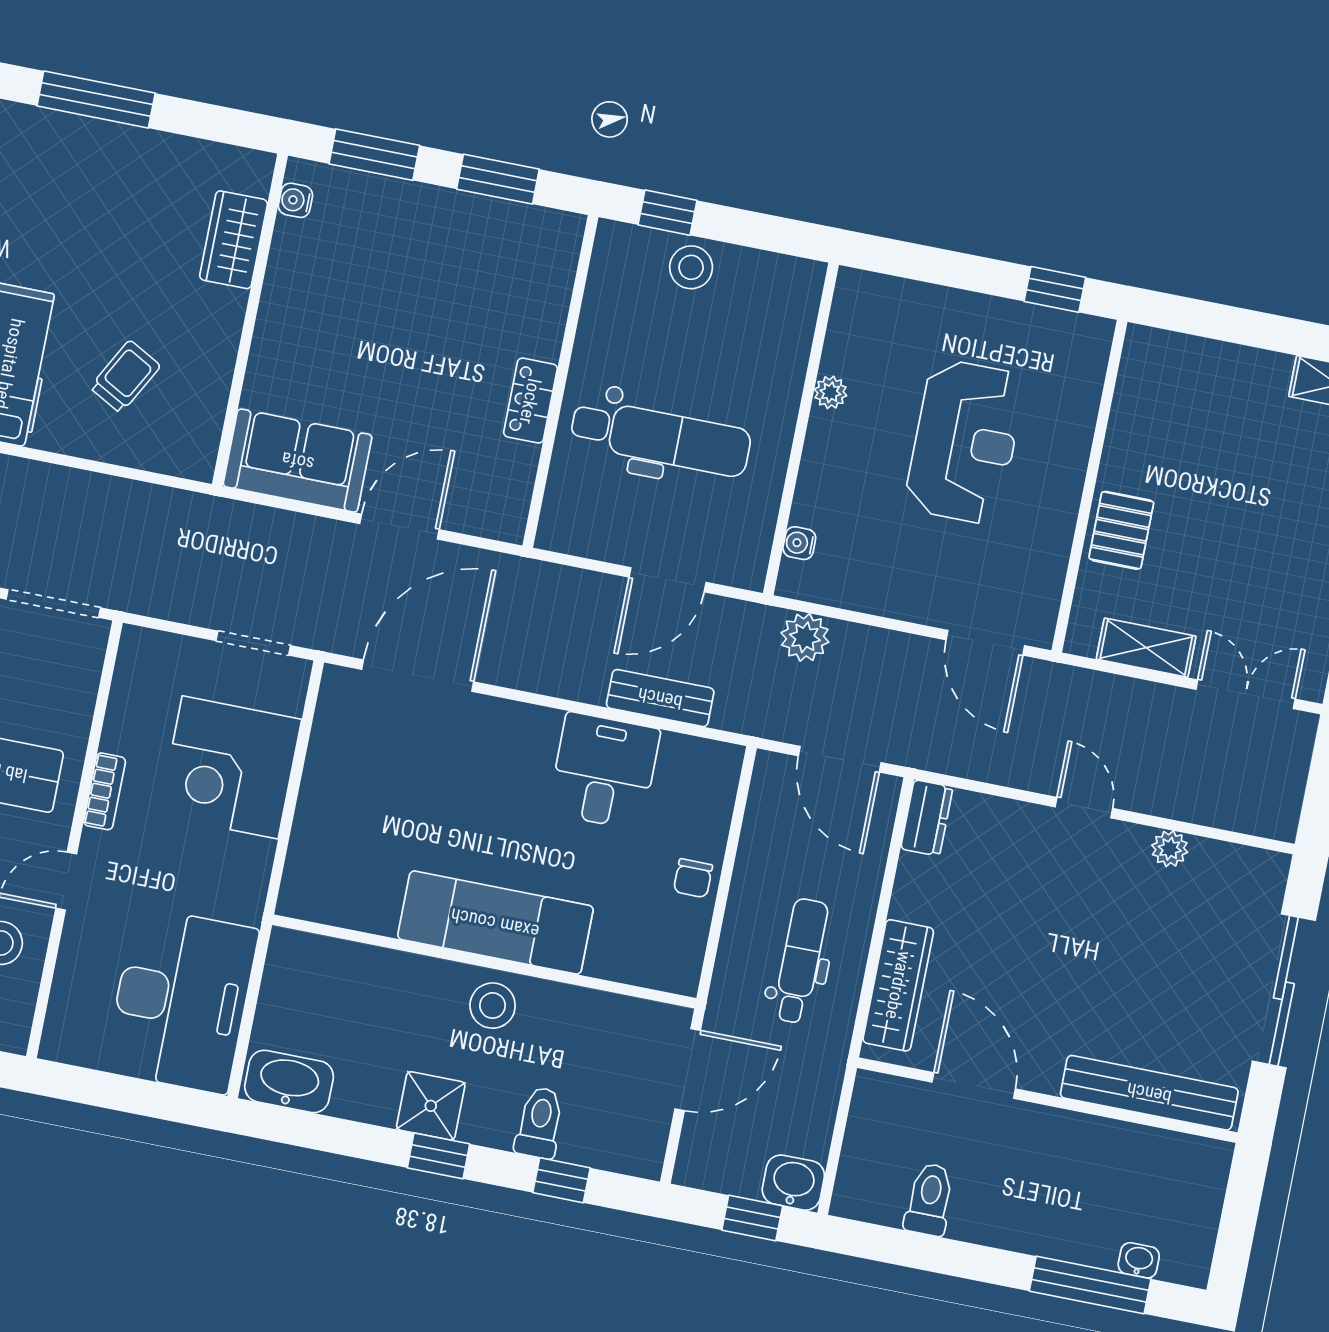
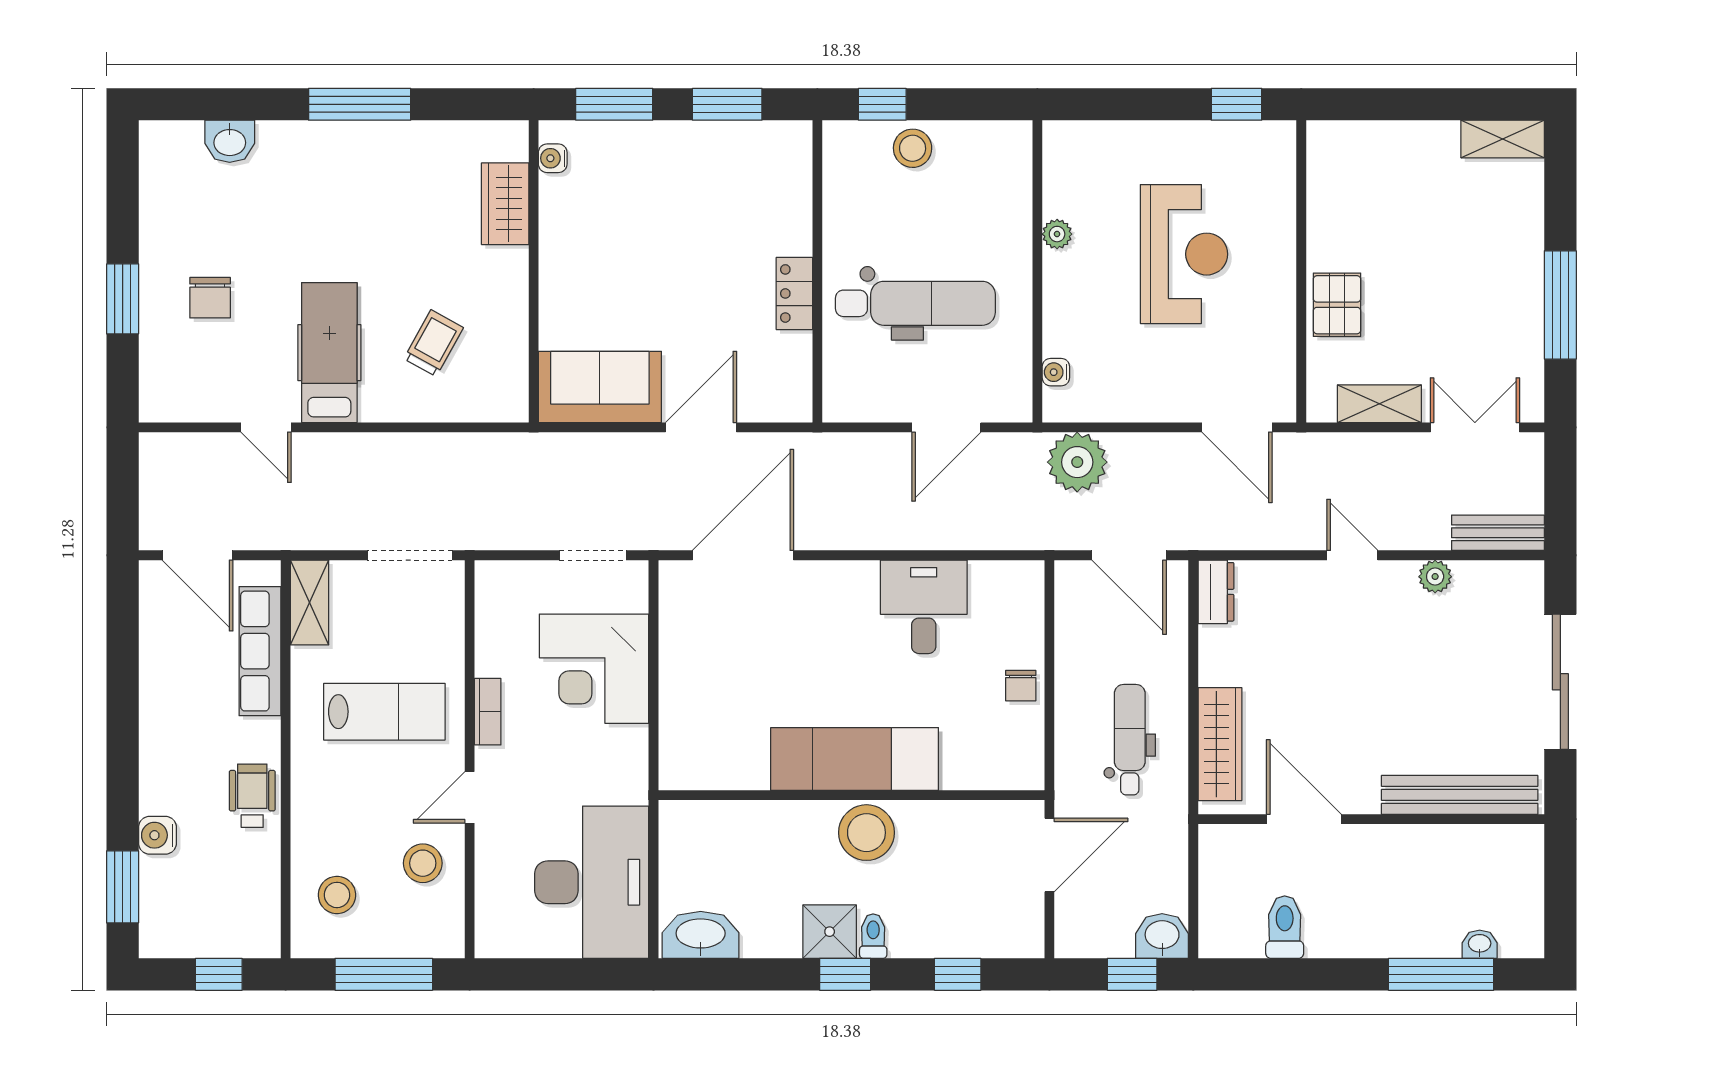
plant: (805, 637) -> (1077, 462), width x1.36, depth x1.36
bench: (660, 698) -> (1498, 533), moved
stool: (493, 1006) -> (866, 833), width x1.38, depth x1.38
toilet: (540, 1123) -> (873, 936), moved, width x0.73, depth x0.72

